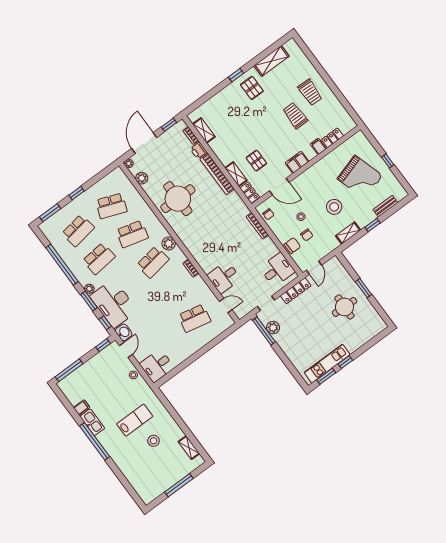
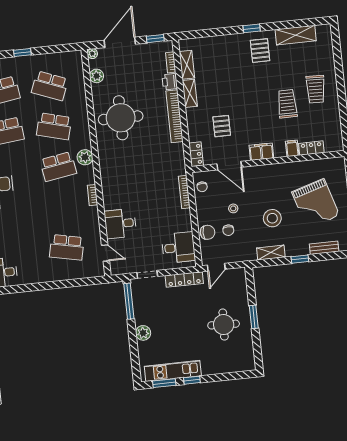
shelving: (236, 174) -> (190, 93), moved
plant: (273, 328) -> (143, 333), moved

